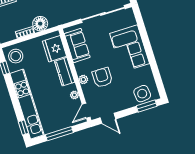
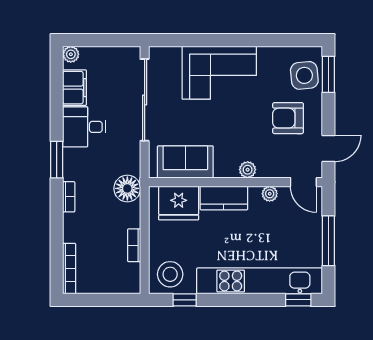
floor lamp: (40, 24) -> (127, 188), moved
armchair: (102, 77) -> (288, 118), moved

